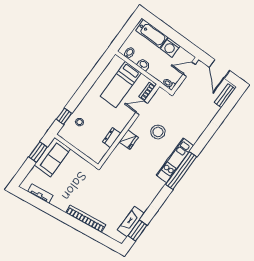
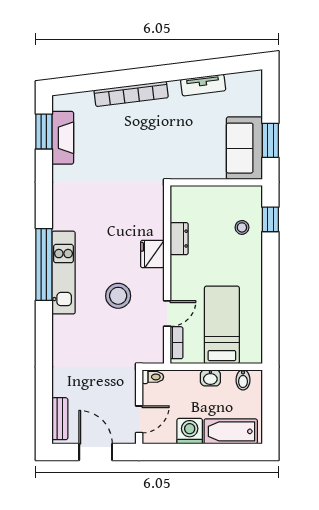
tv unit: (40, 194) -> (203, 85), moved

